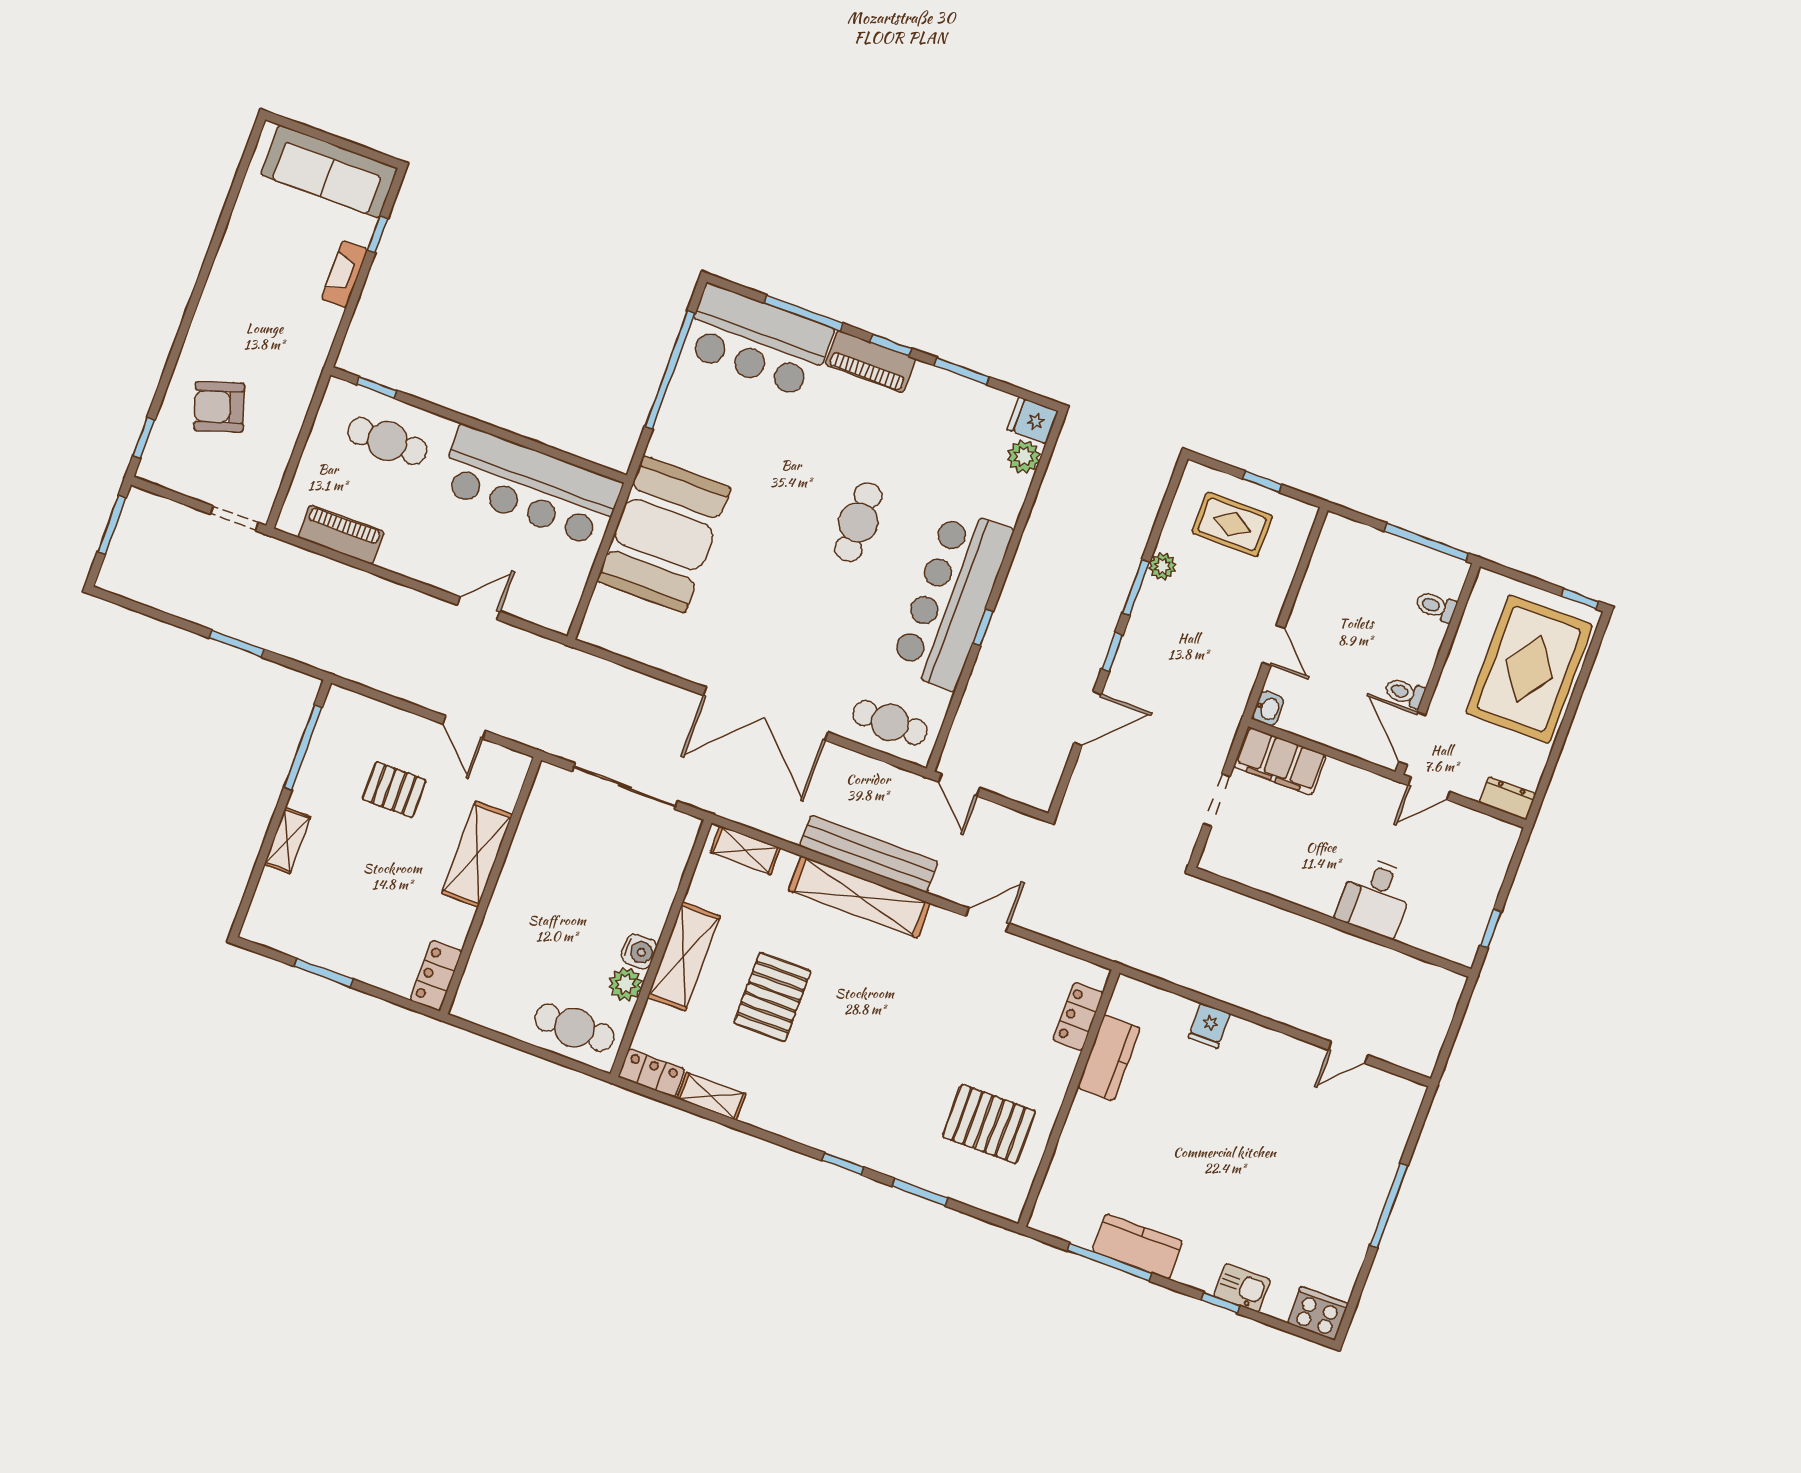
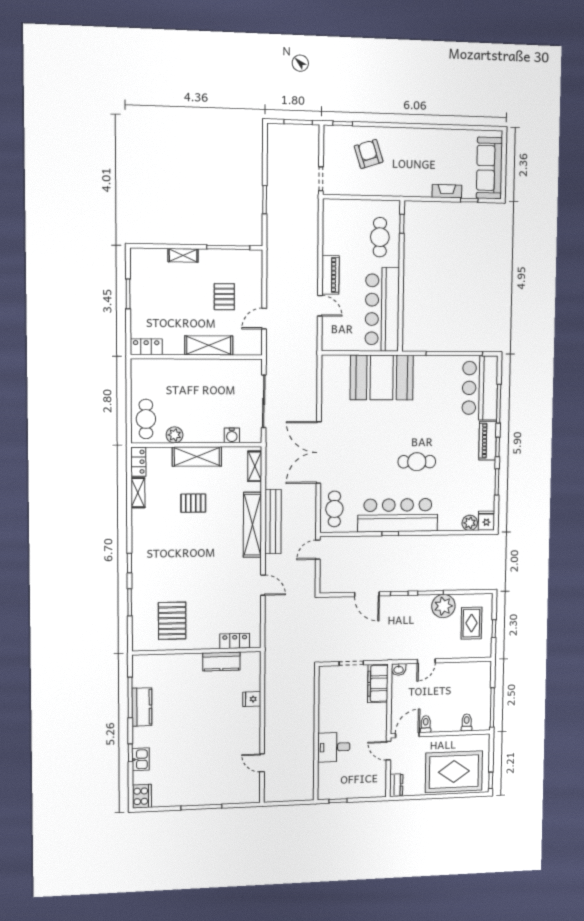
piano: (341, 535) -> (330, 275), moved
plant: (1162, 566) -> (443, 606), width x1.87, depth x1.87
water cooler: (639, 951) -> (232, 435), moved
pallet: (772, 997) -> (193, 503), width x0.67, depth x0.71

